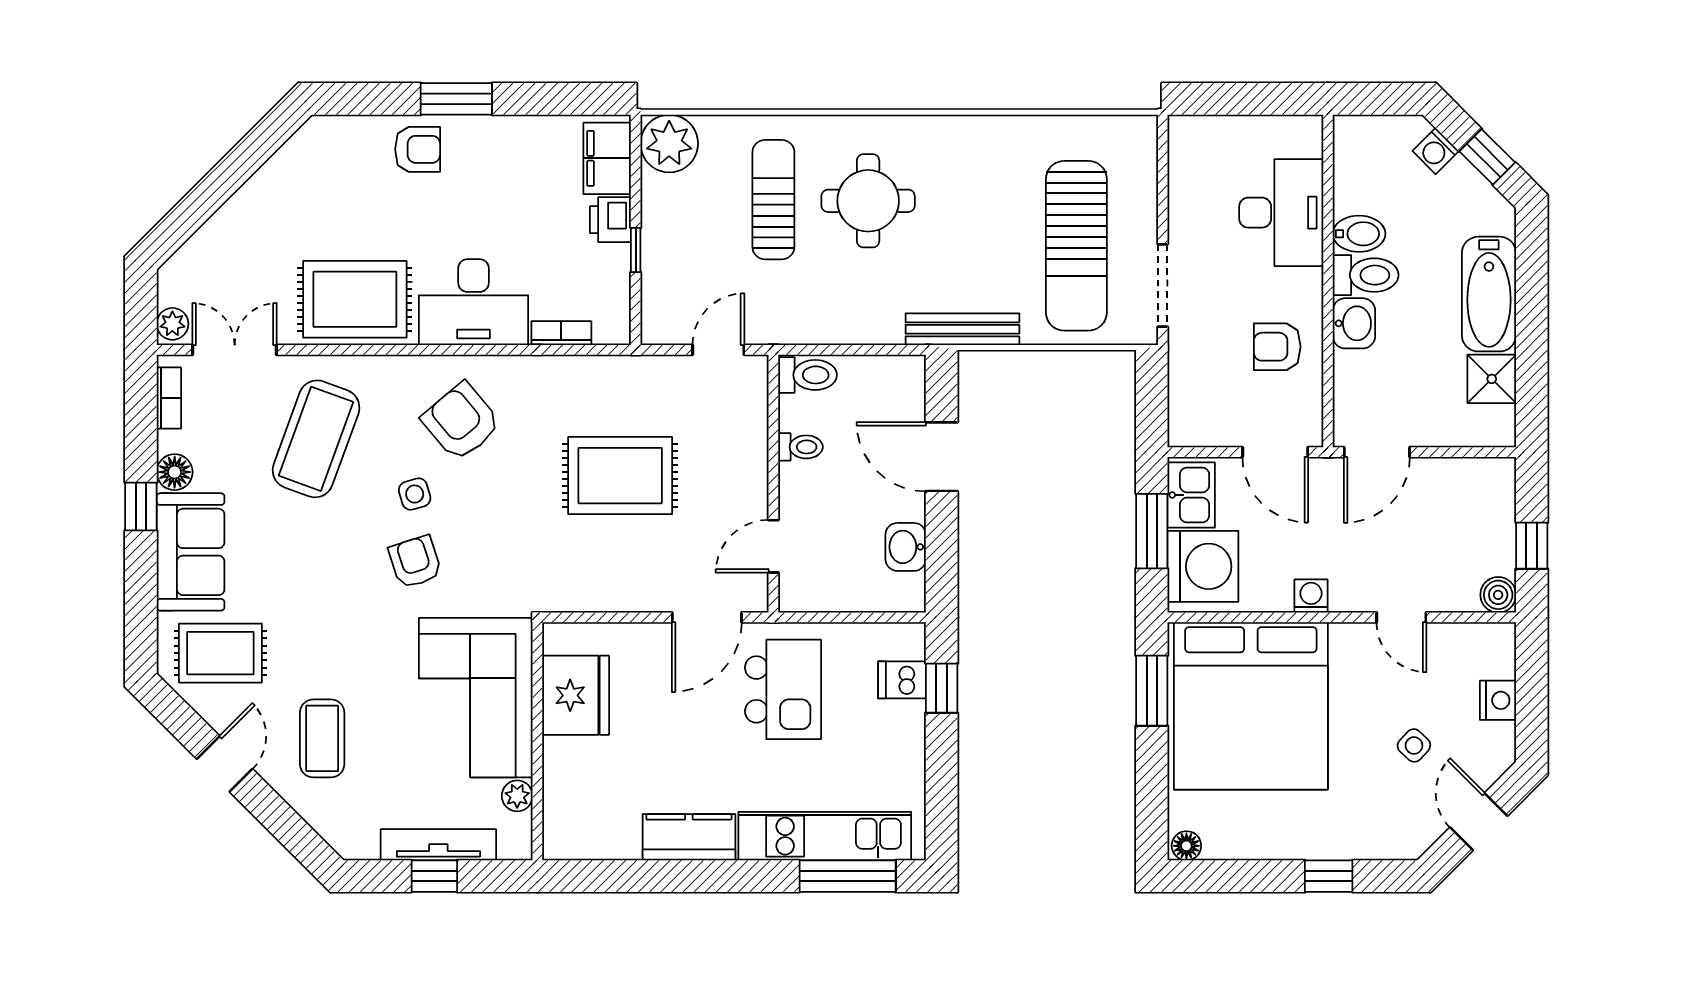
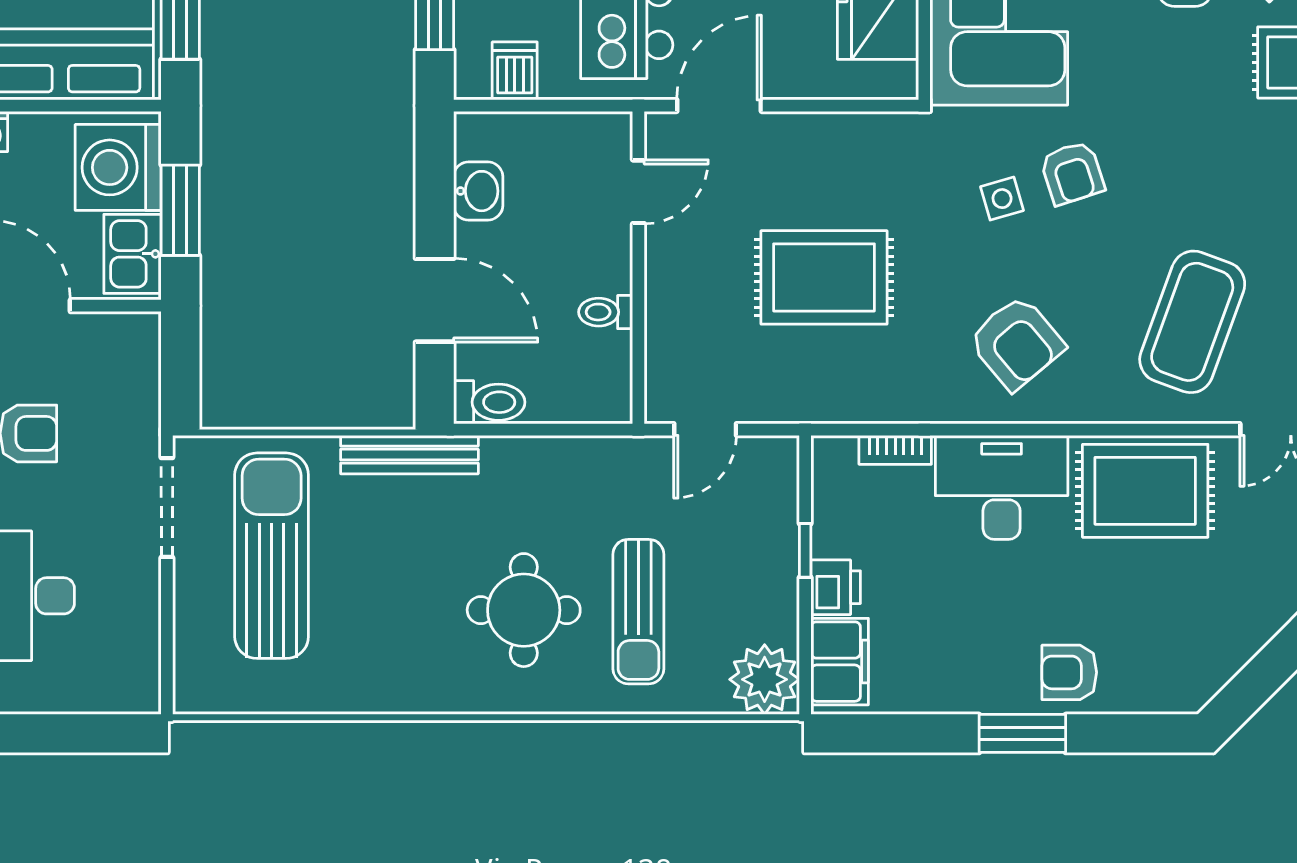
toilet: (807, 375) -> (489, 402), moved, turned 180
side table: (415, 494) -> (1002, 199), moved
dishwasher: (902, 680) -> (515, 71), moved, turned -90

